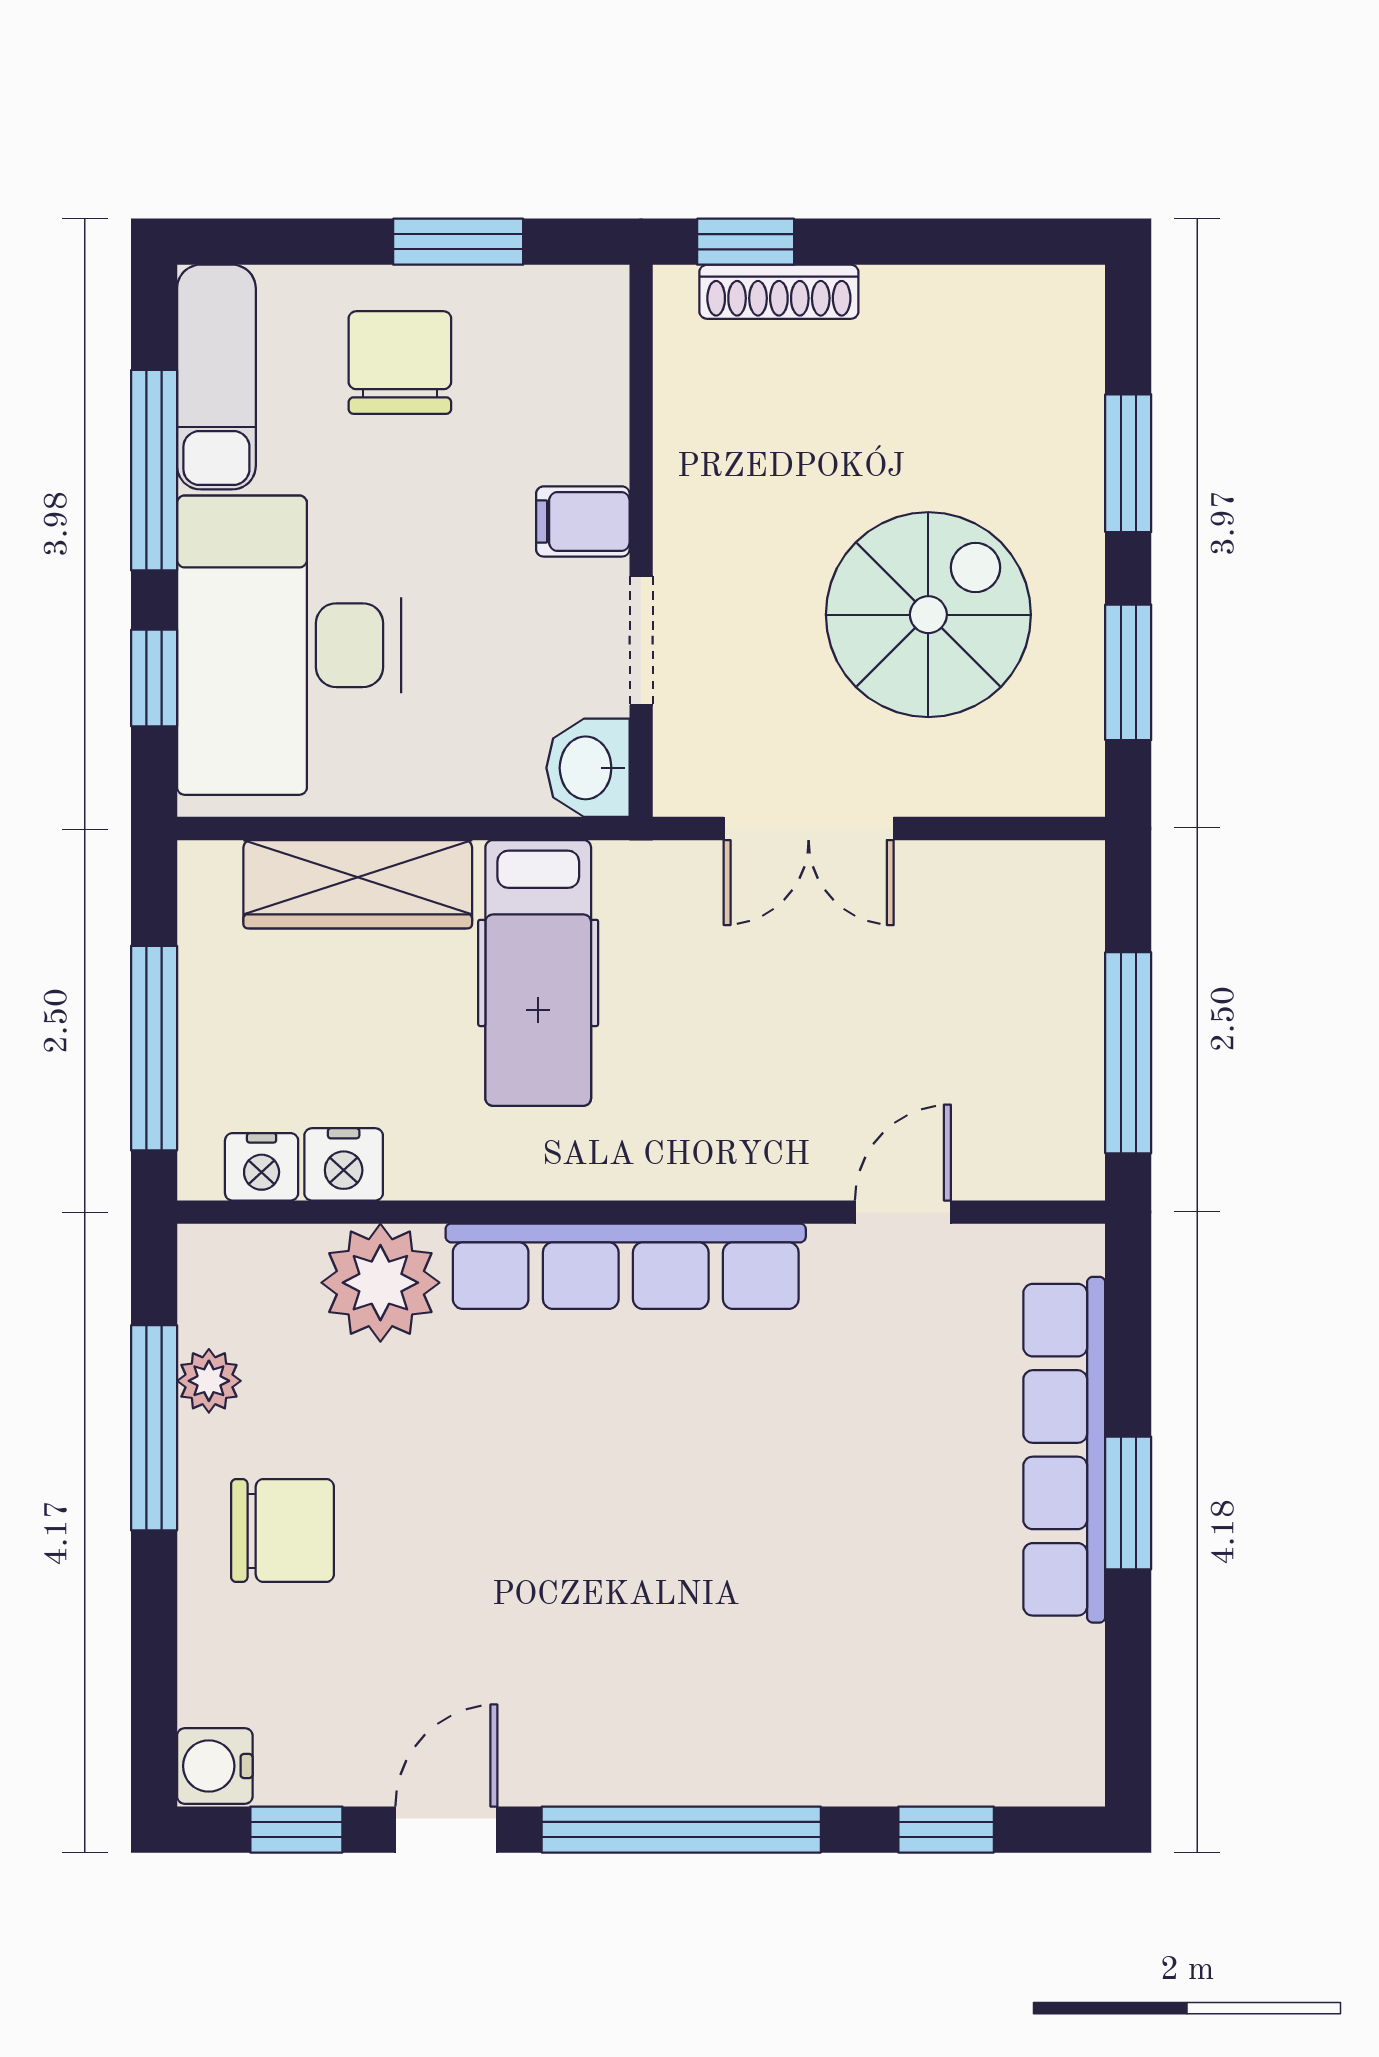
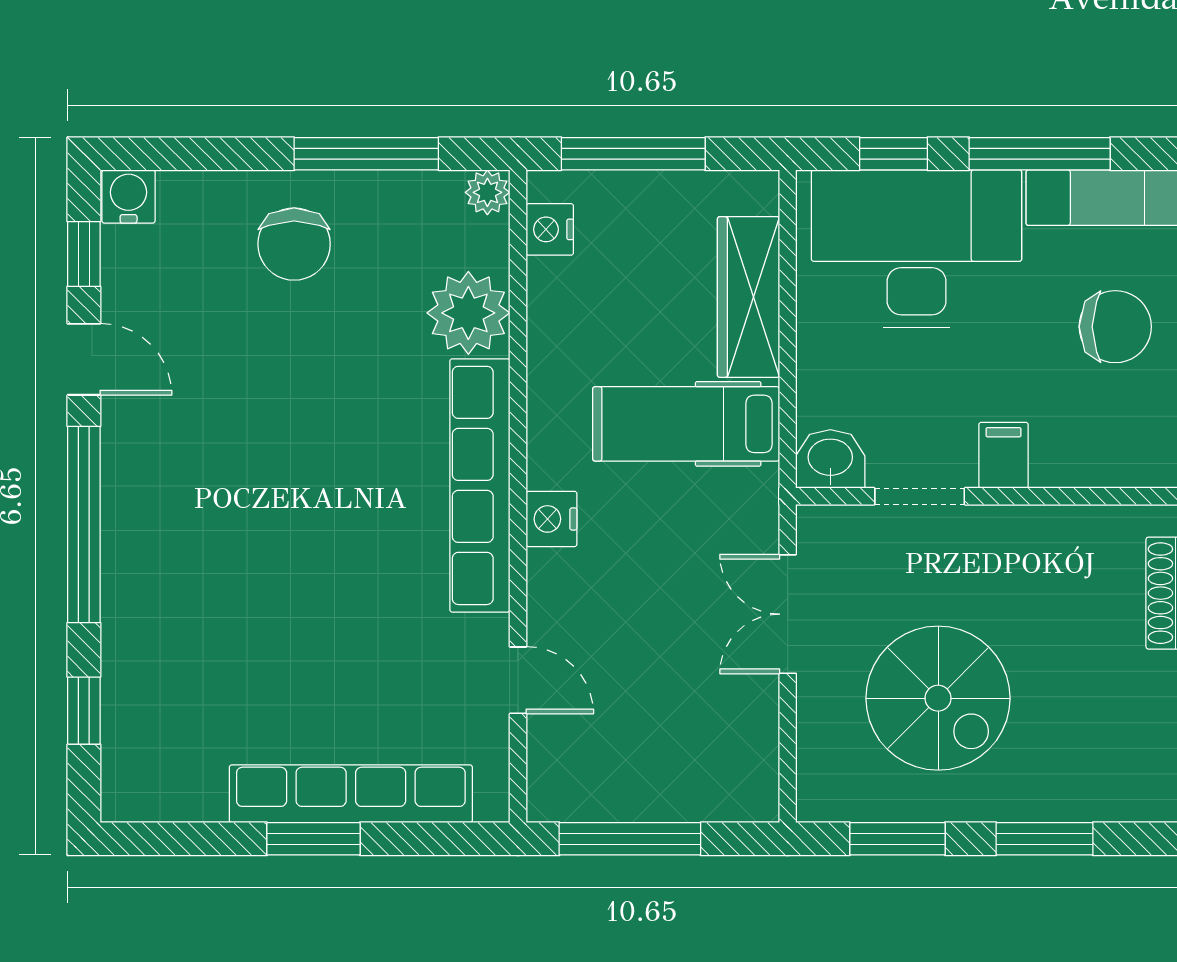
nightstand: (344, 1164) -> (551, 519), moved
plant: (209, 1381) -> (487, 192), moved

